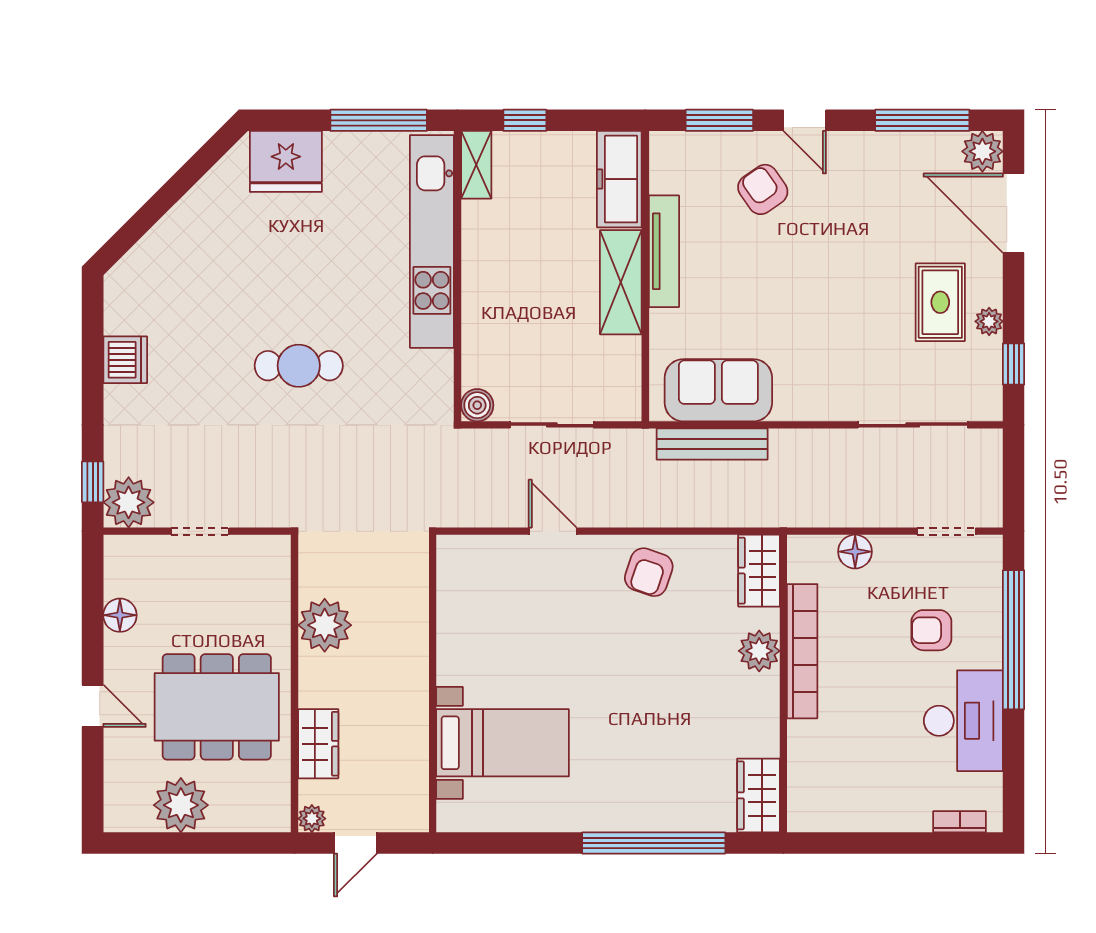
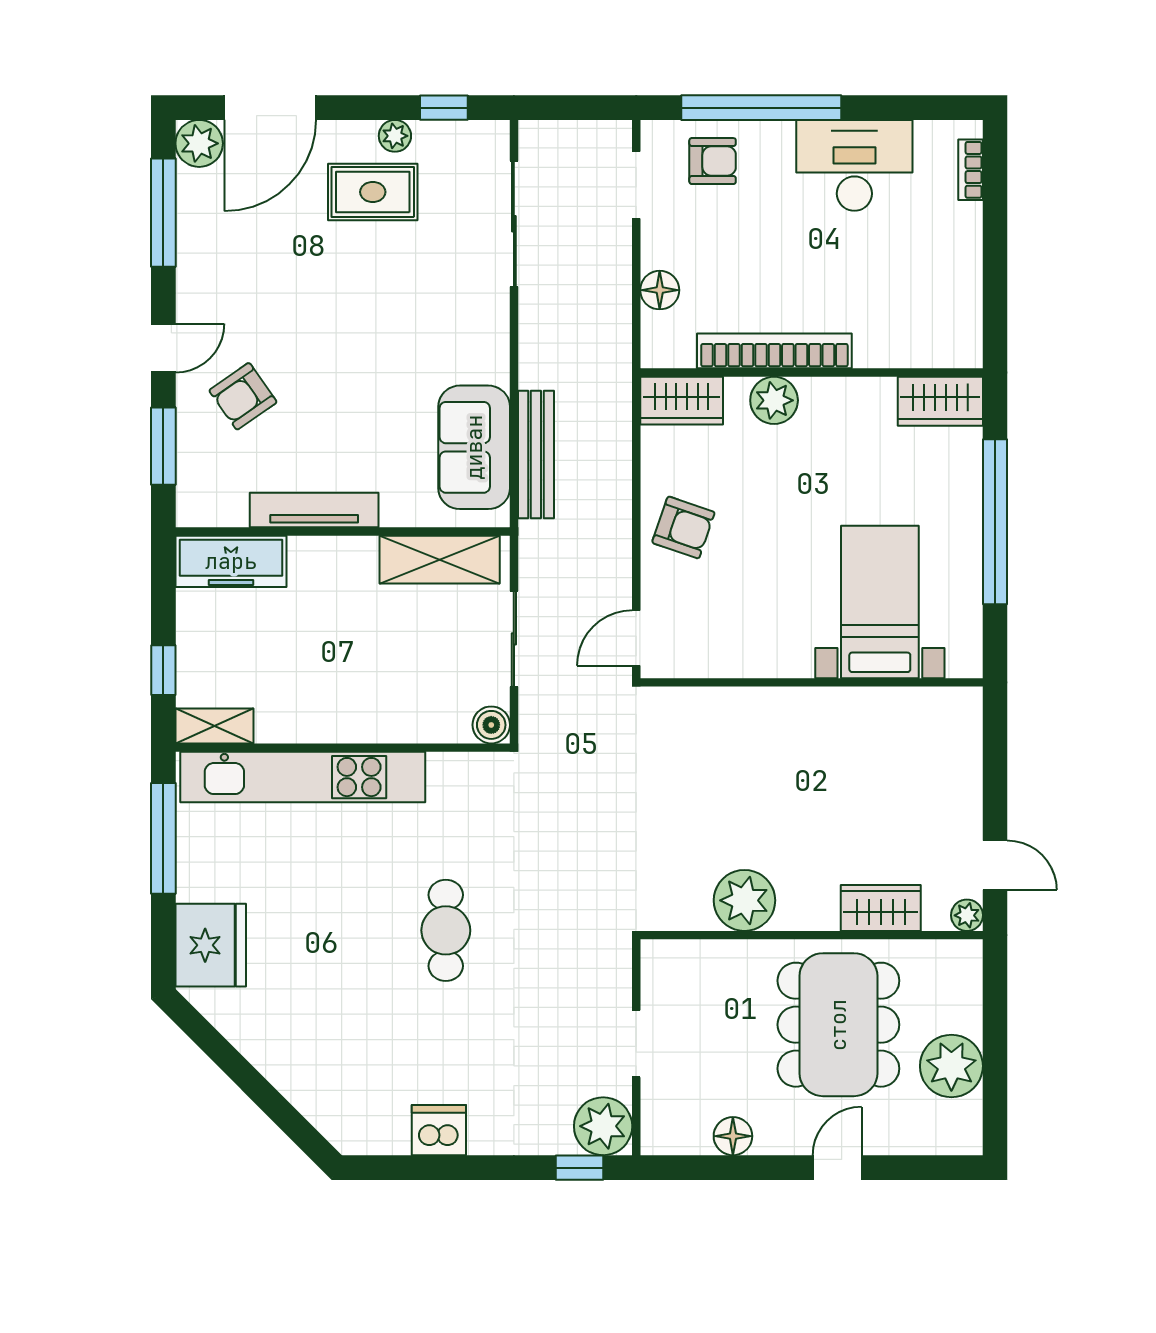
shelving: (621, 282) -> (440, 560), moved
armchair: (931, 630) -> (713, 161), moved, turned -90
wall: (433, 684) -> (812, 682), moved
bed with nightstands: (503, 743) -> (880, 602), moved

